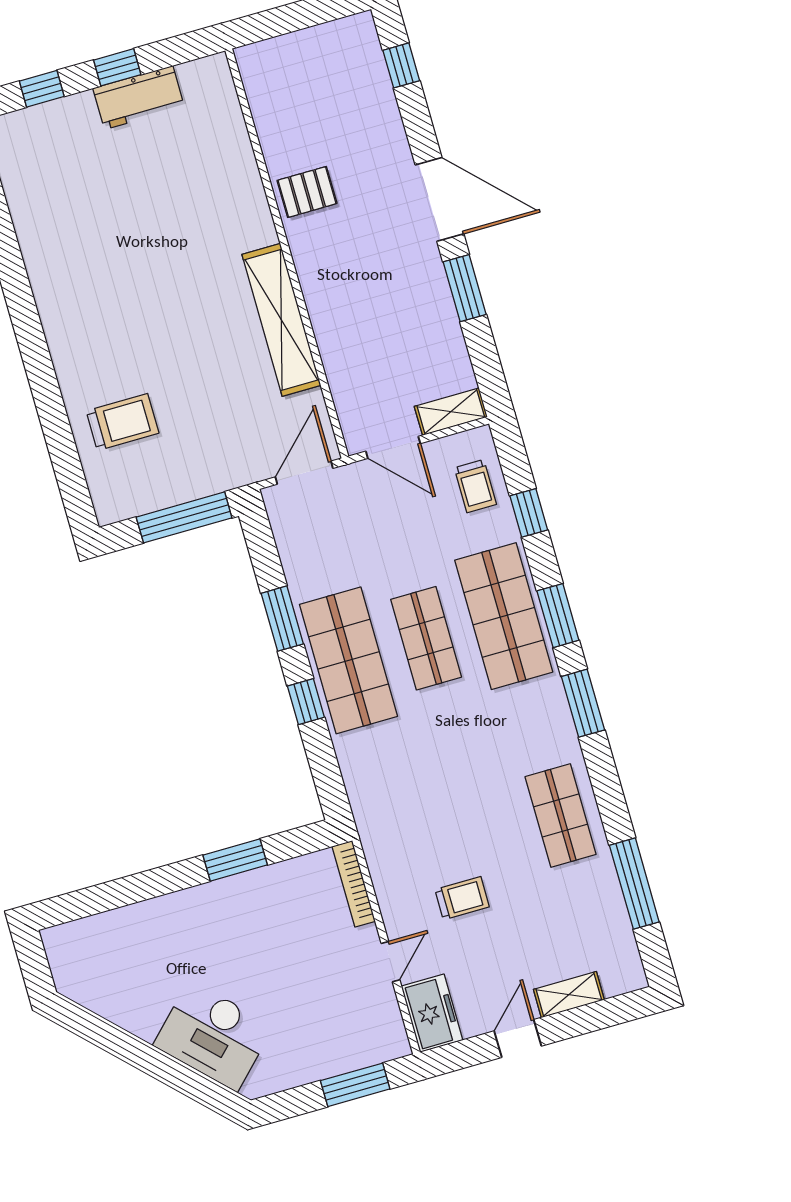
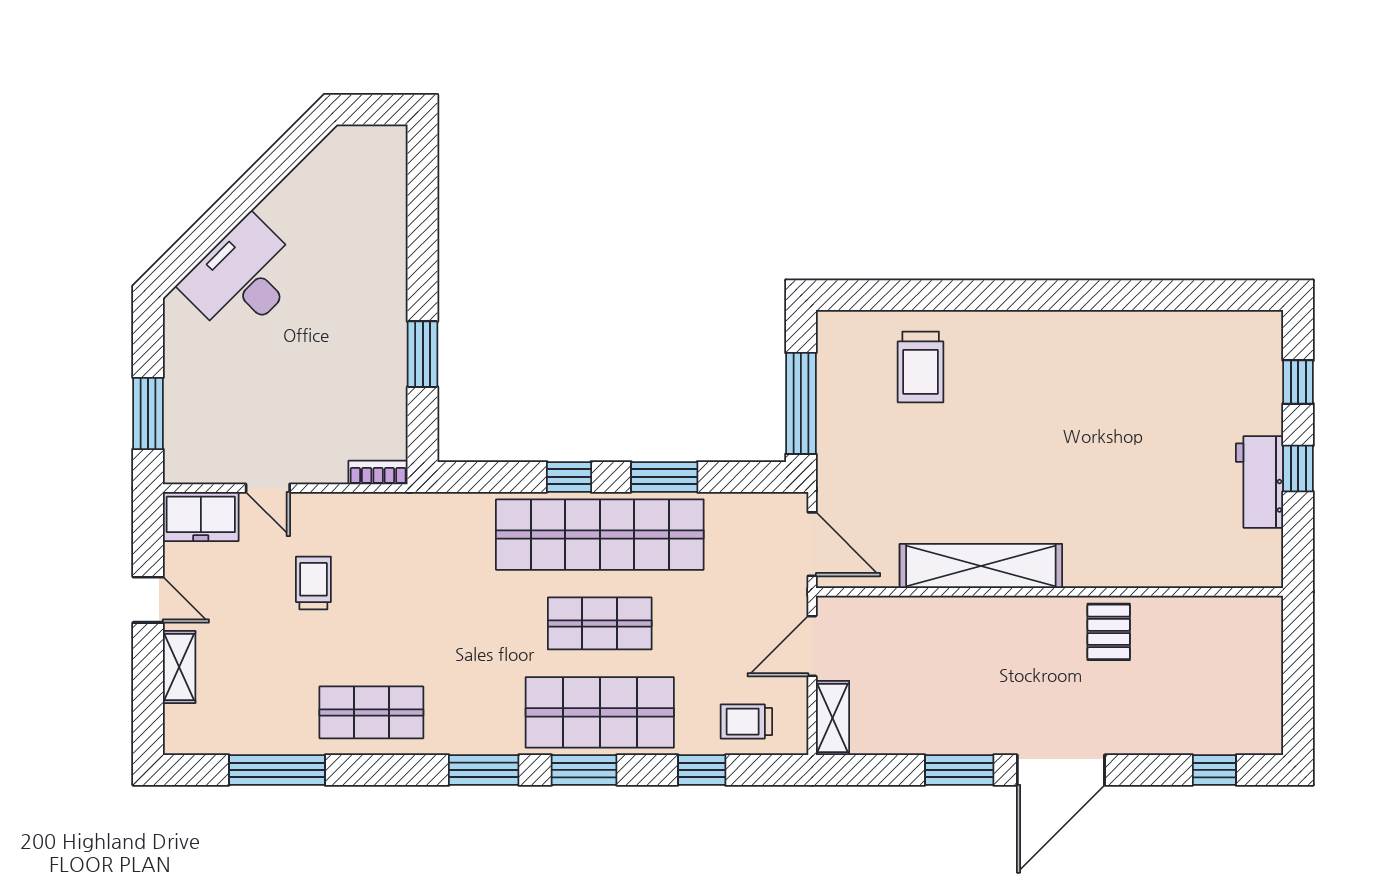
shop shelf: (349, 660) -> (600, 535), width x1.40
bookcase: (354, 884) -> (378, 472), width x0.64
trolley: (462, 898) -> (313, 583), turned 180

